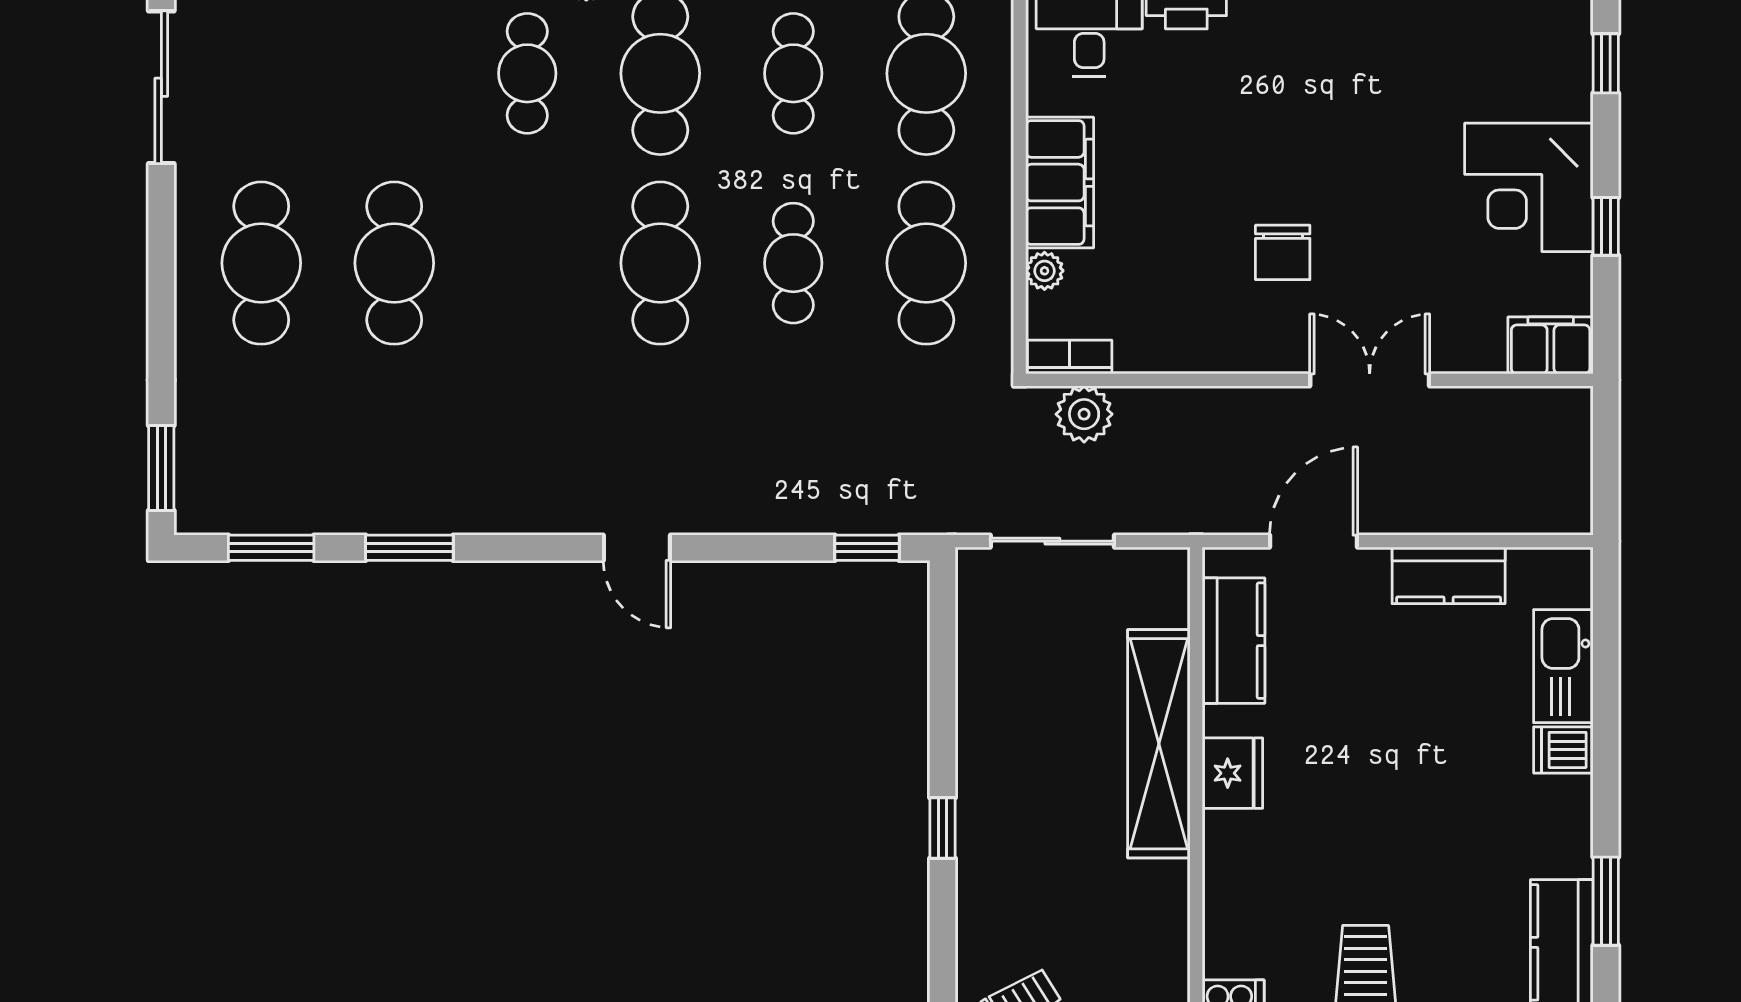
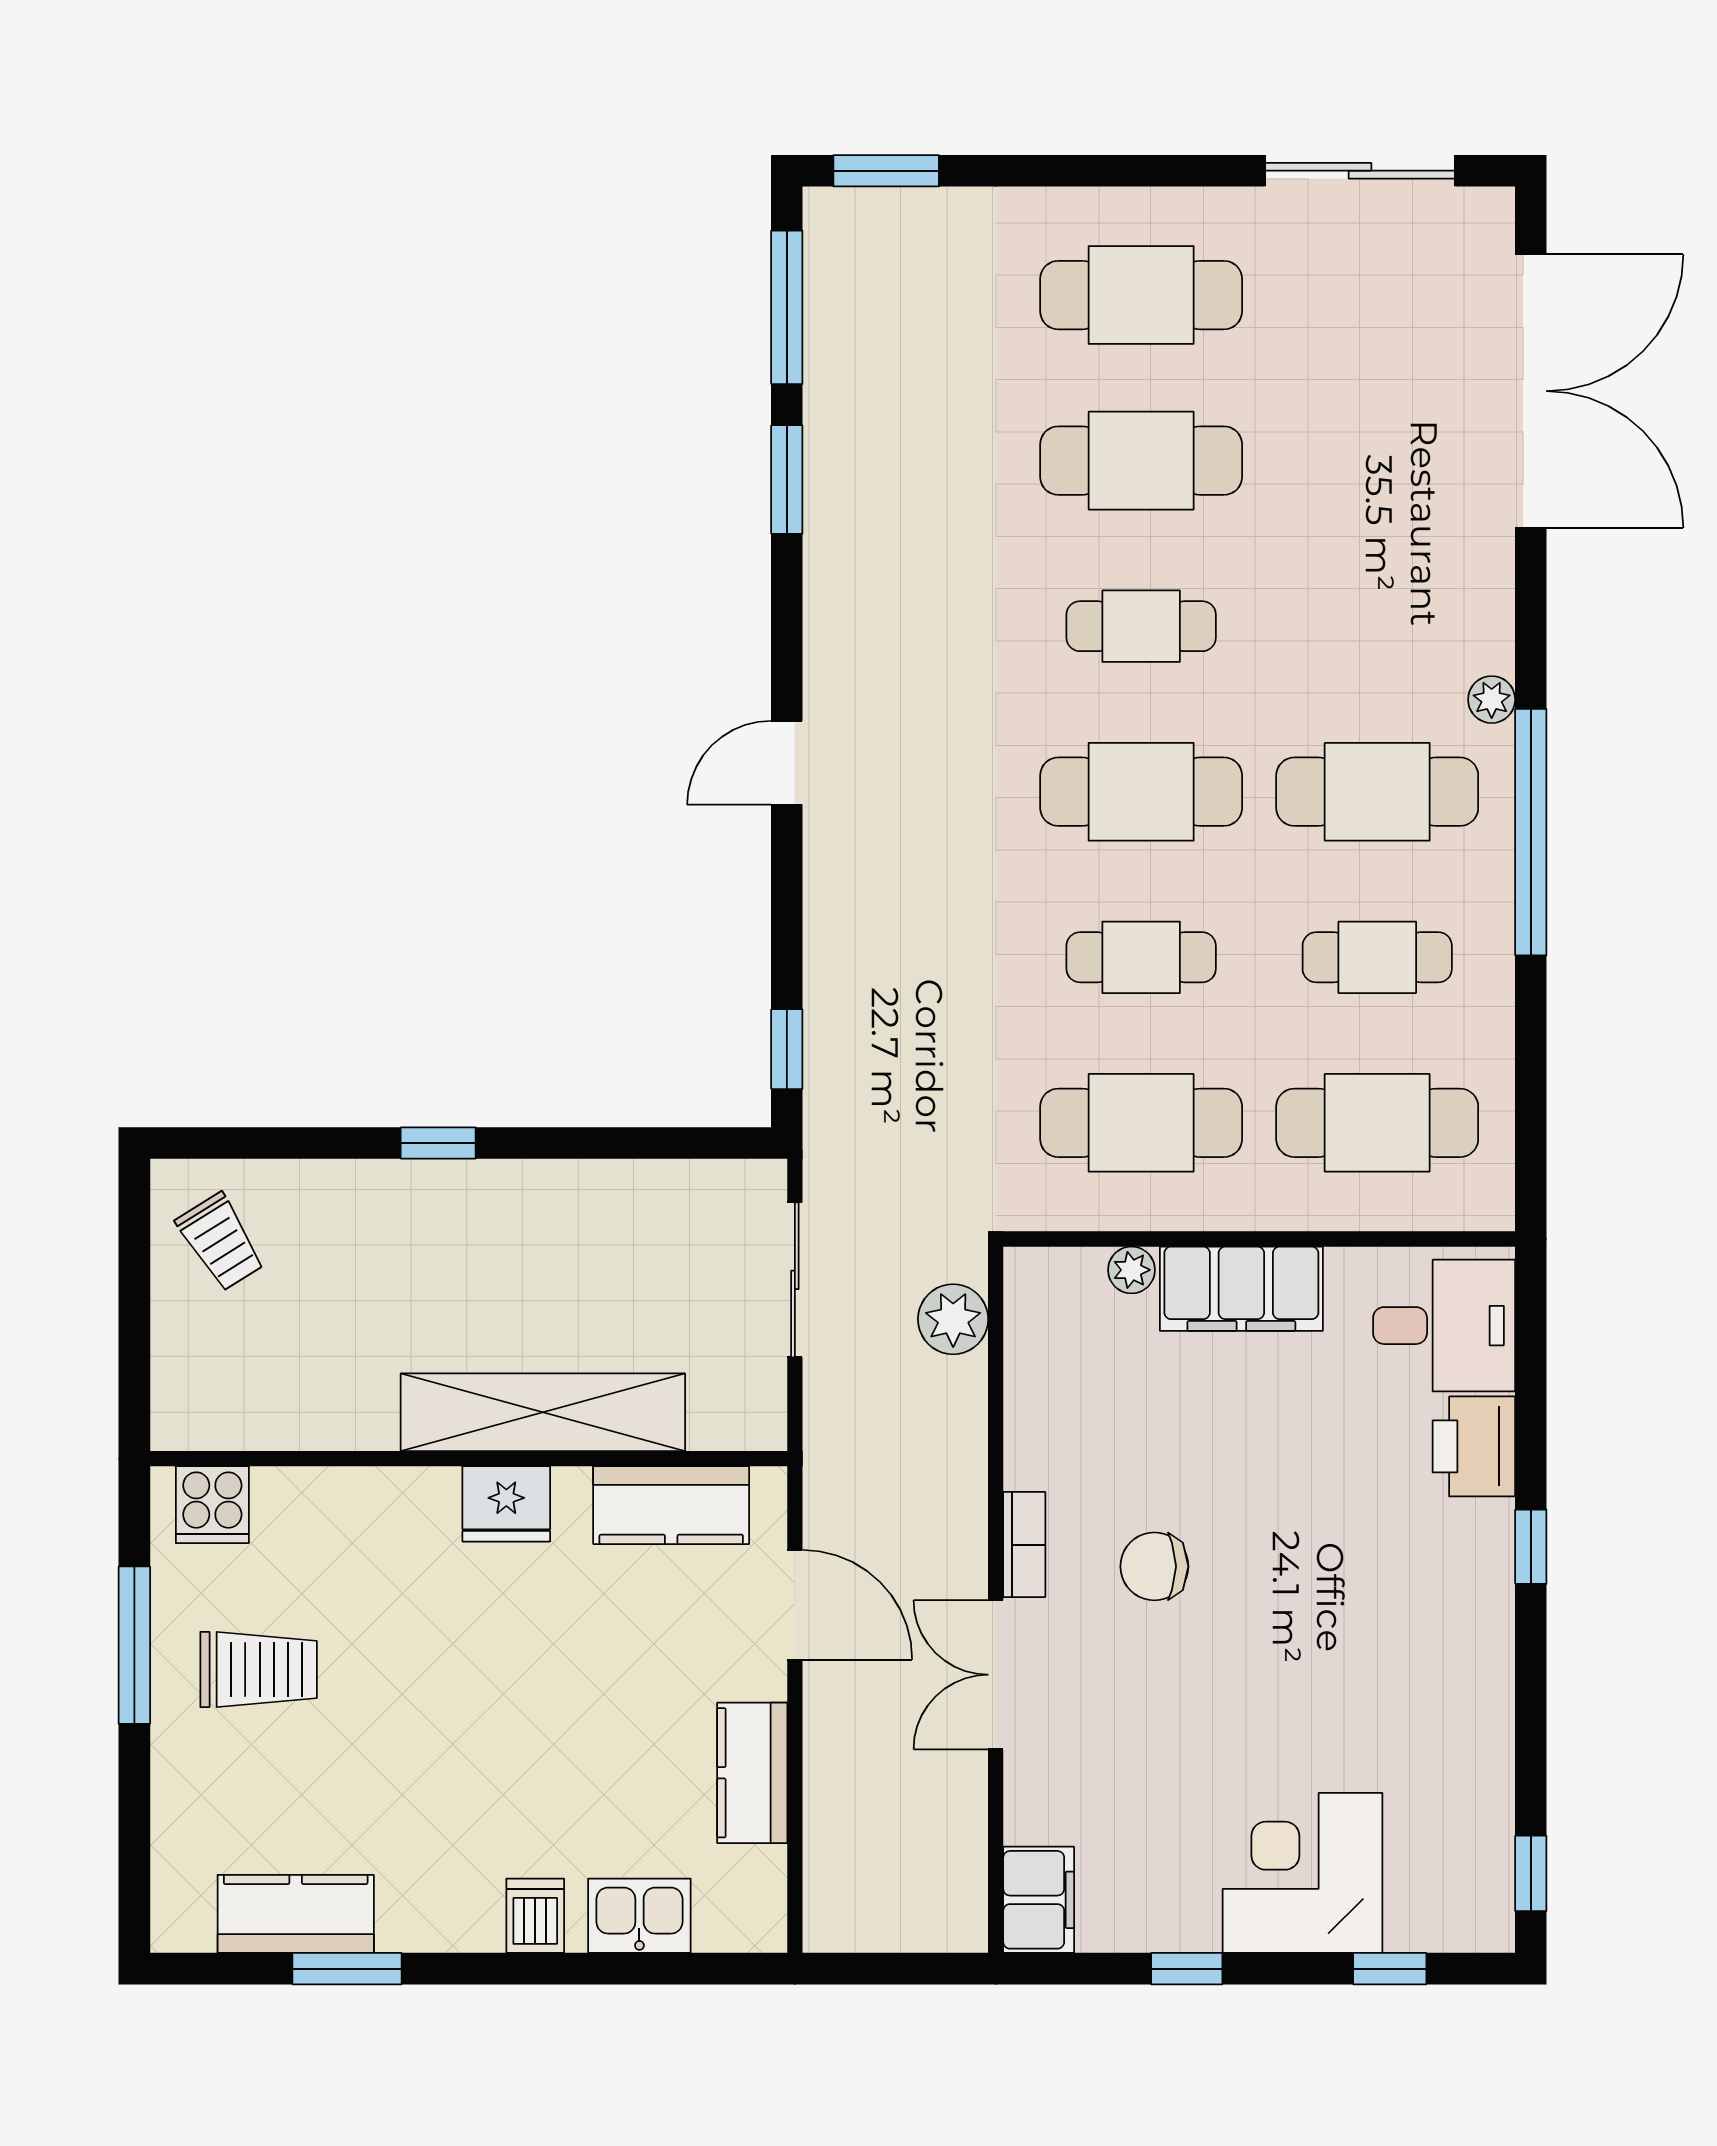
cafe table: (527, 73) -> (1141, 626), moved
corner desk: (1529, 187) -> (1303, 1873), moved
bookcase: (1070, 357) -> (1024, 1545), moved
double door: (1370, 380) -> (996, 1675), swing flipped
window: (271, 548) -> (787, 307), width x1.44
kitchen sink: (1563, 666) -> (639, 1916), width x0.73

